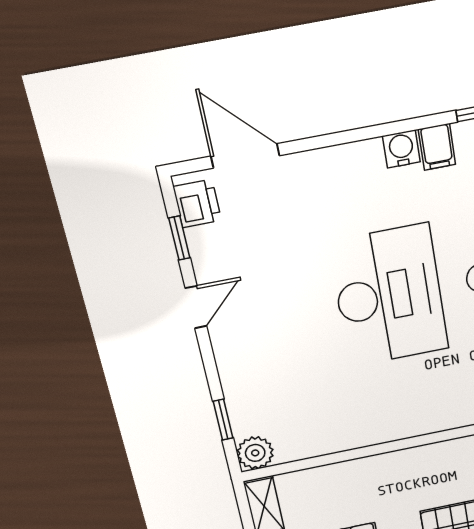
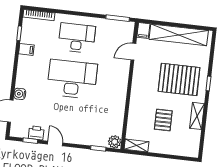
water cooler: (401, 149) -> (20, 94), moved
printer: (197, 204) -> (36, 133), moved

